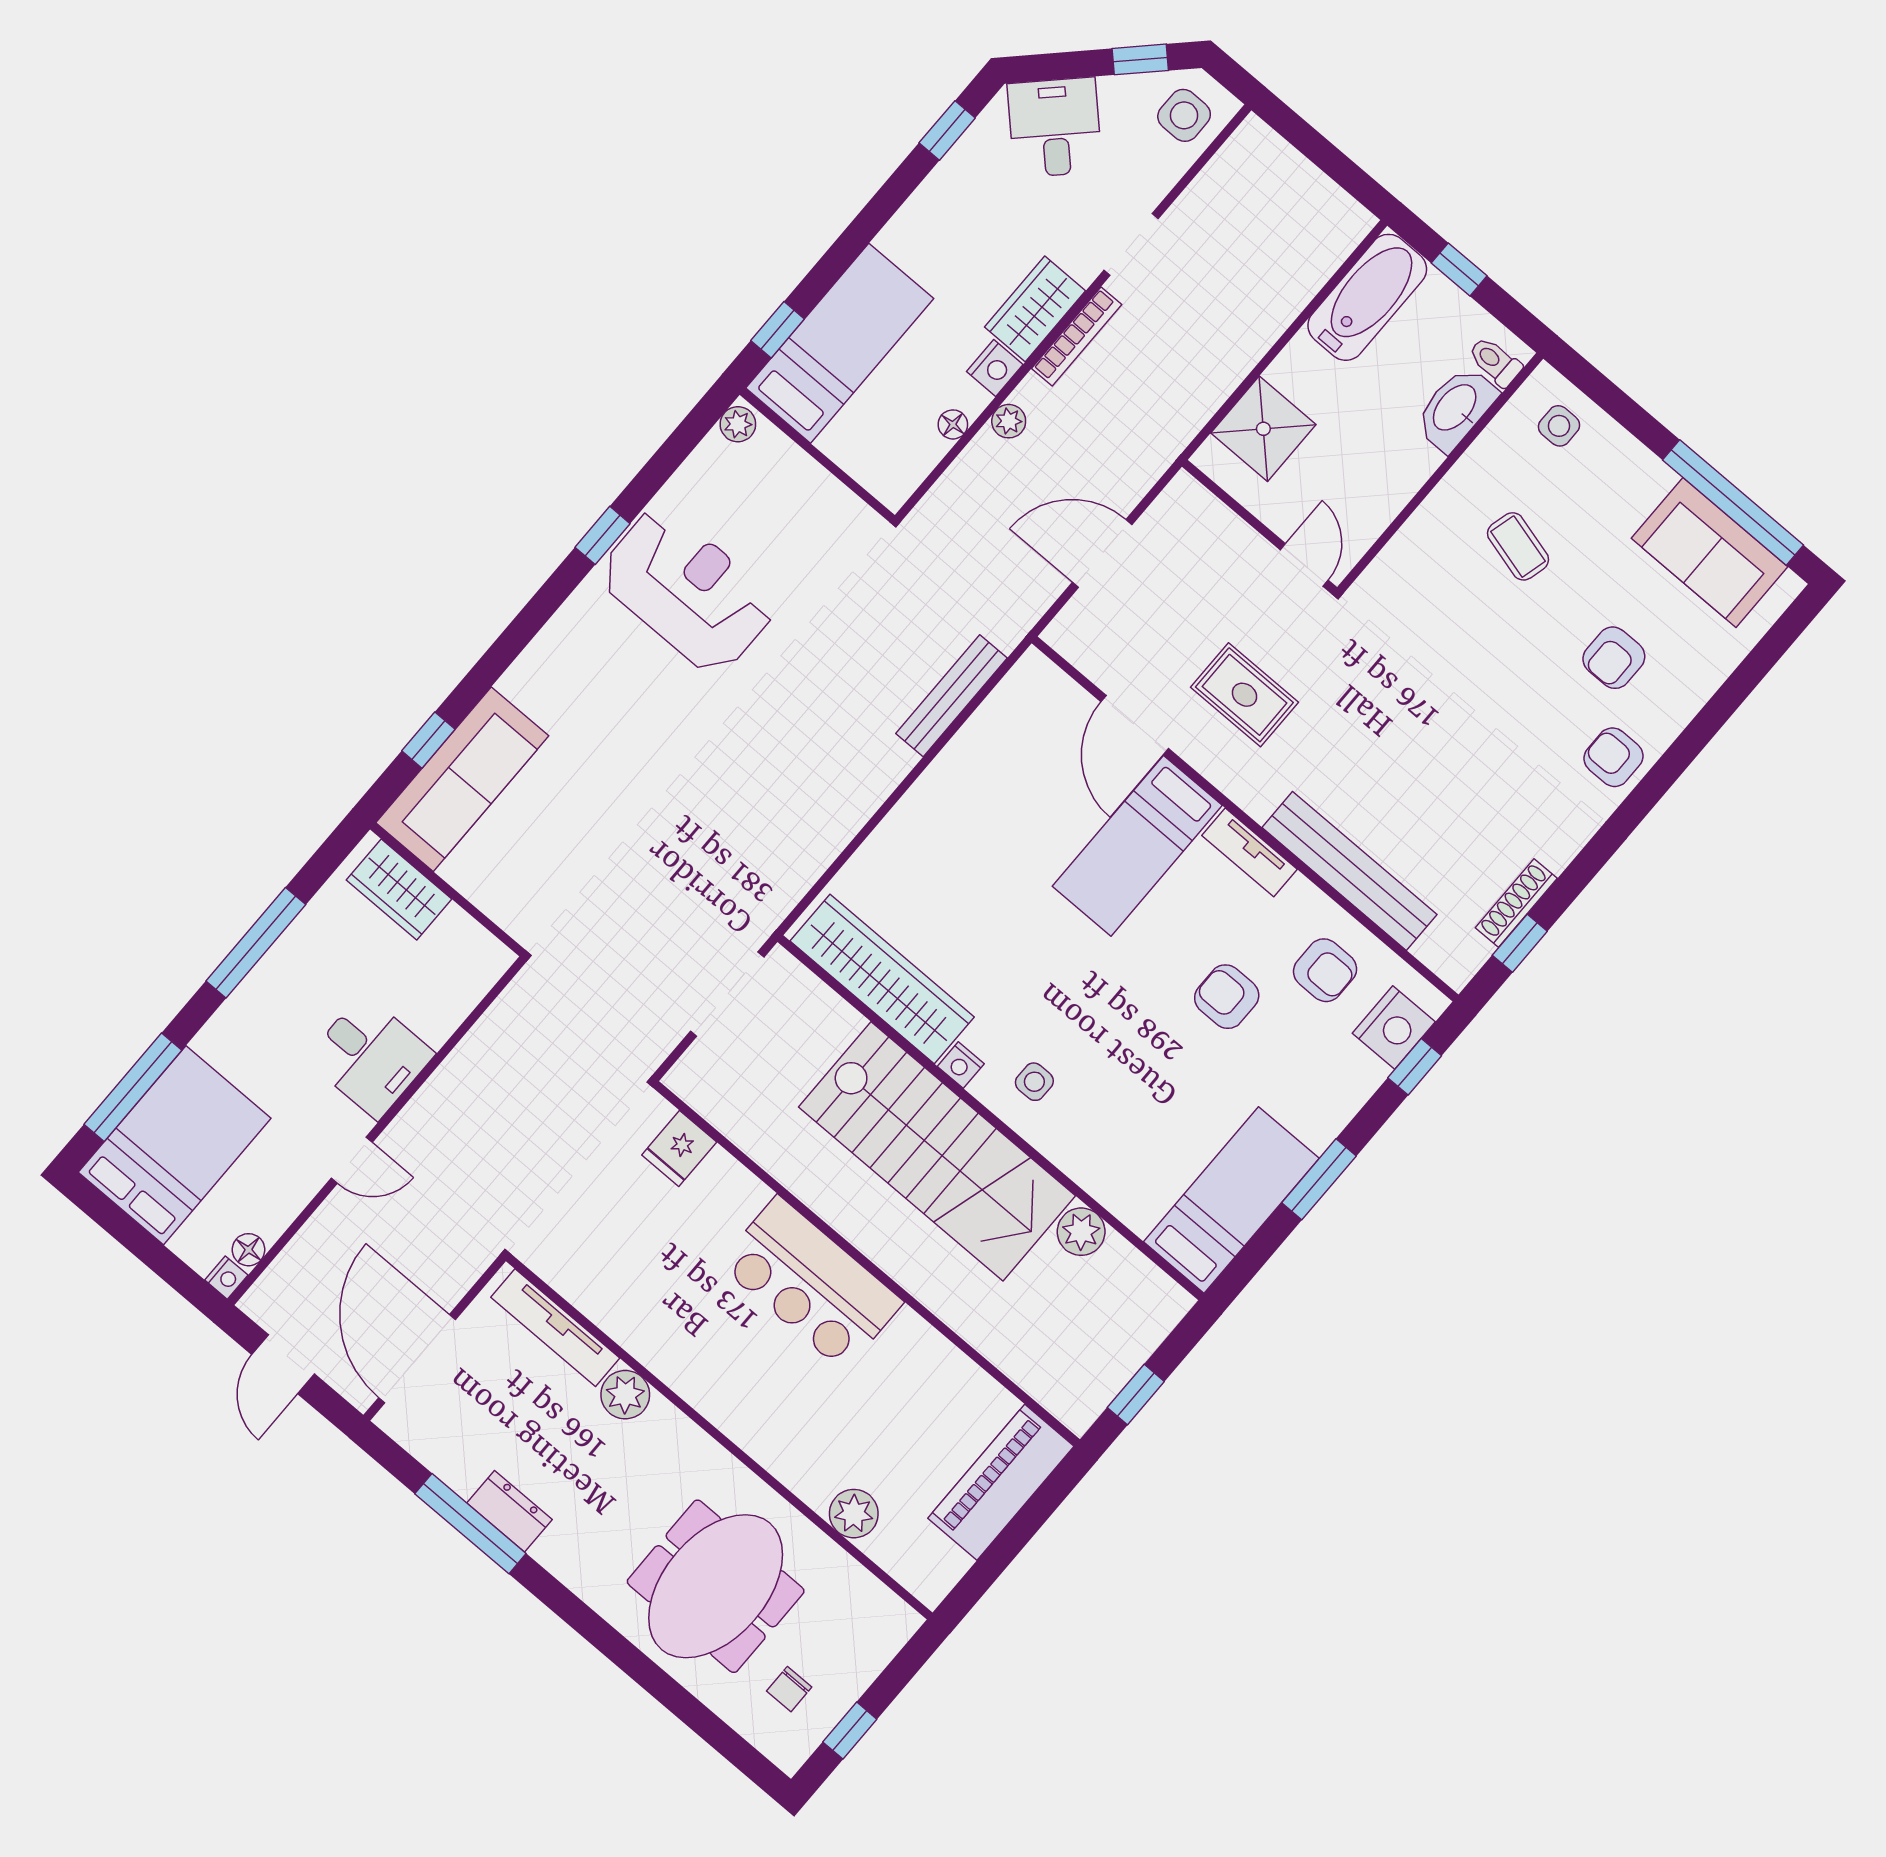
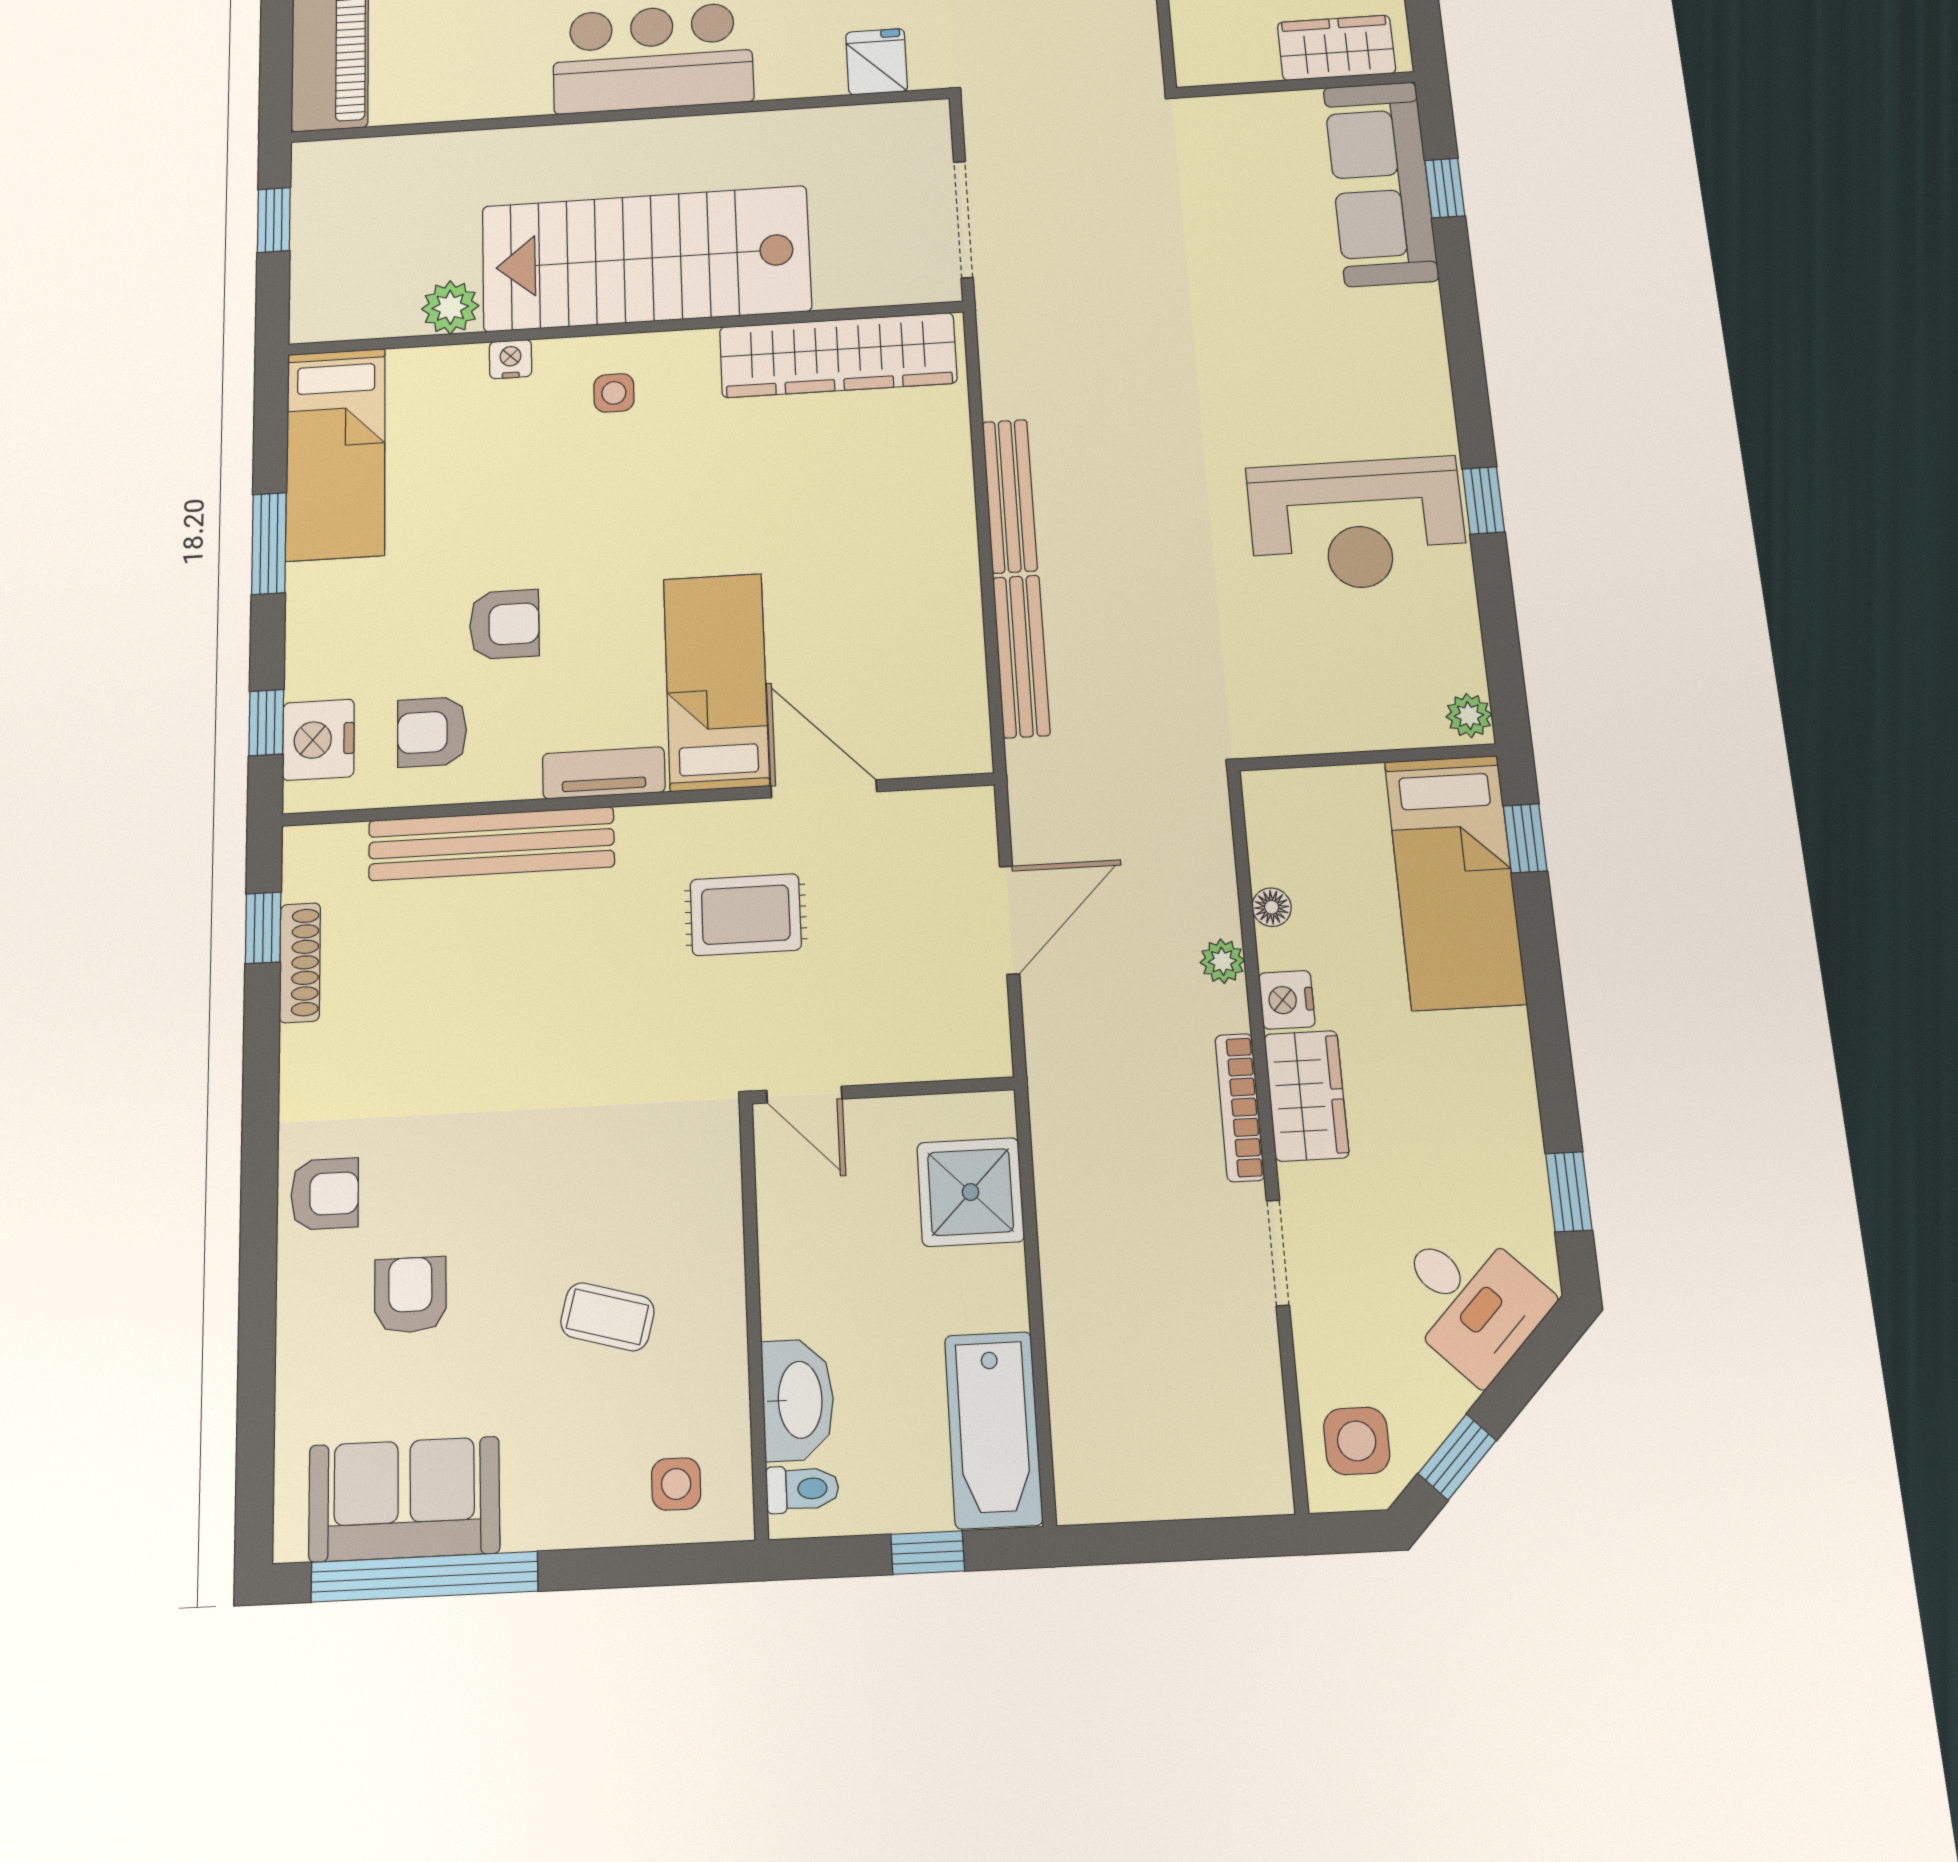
bench: (866, 796) -> (1010, 496), added
nightstand: (961, 1065) -> (511, 359), moved

